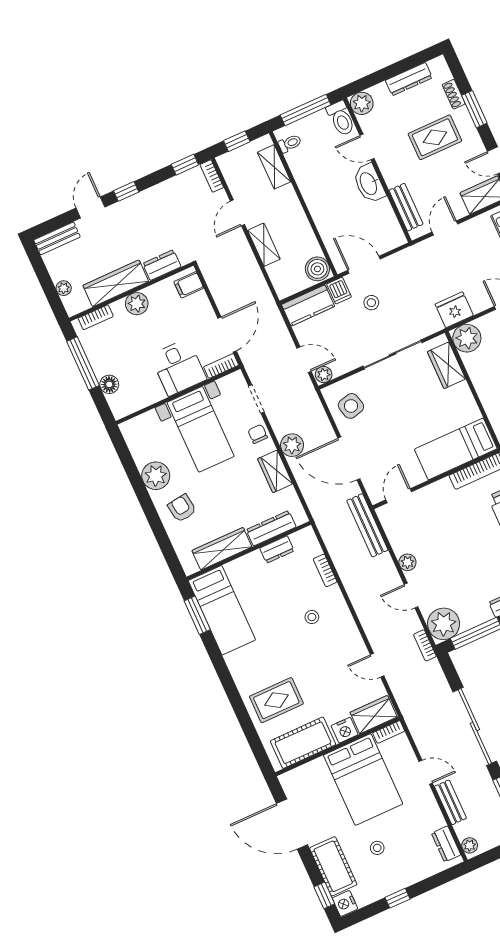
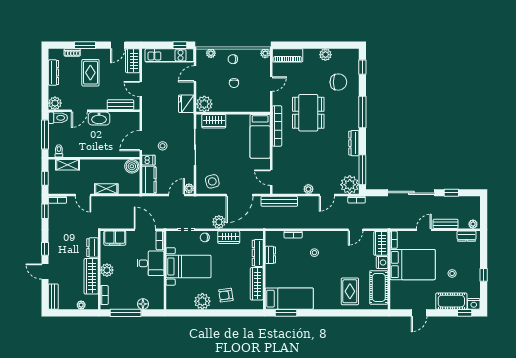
filing cabinet: (189, 285) -> (115, 238), width x2.00
door: (292, 824) -> (419, 313), width x0.53

